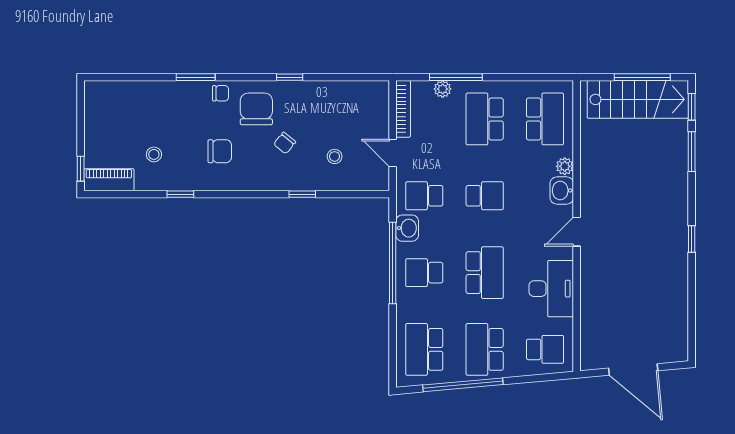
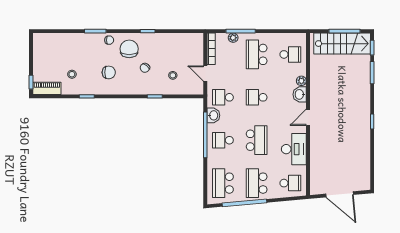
school desk: (545, 119) -> (290, 54), width x0.54
school desk: (485, 196) -> (257, 97), turned 180

